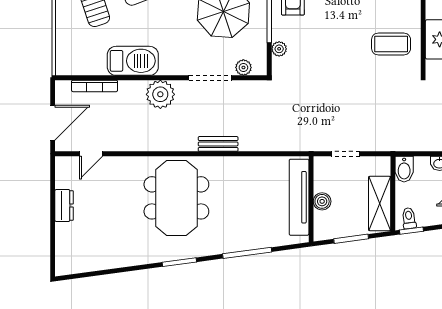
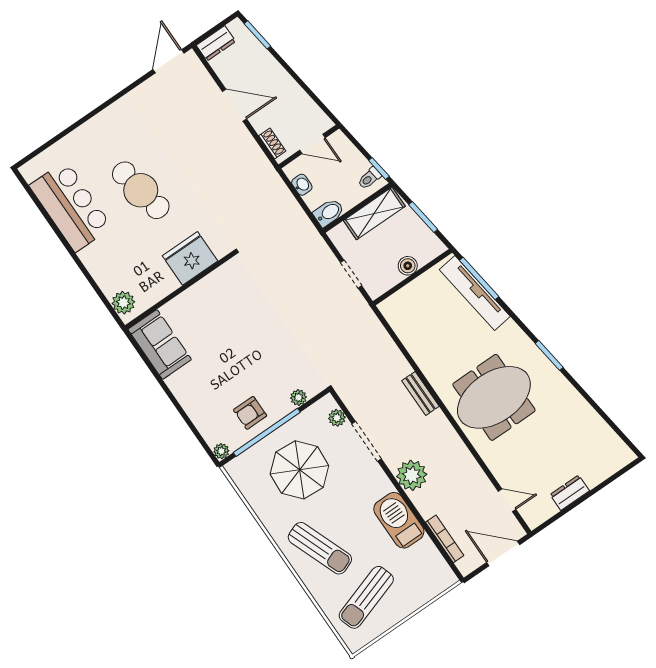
coffee table: (391, 44) -> (226, 301), removed
tv unit: (299, 197) -> (475, 293), moved, turned 82
window: (247, 253) -> (479, 278), moved

